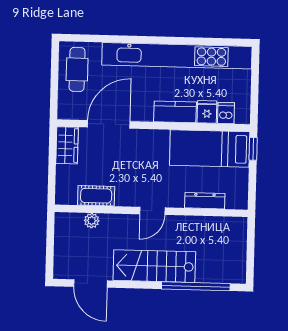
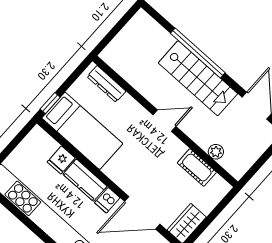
dishwasher: (226, 113) -> (107, 200), moved
dresser: (205, 201) -> (106, 84), moved
window: (196, 286) -> (198, 53), moved

